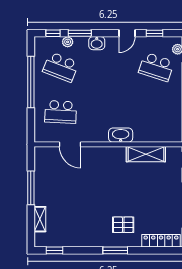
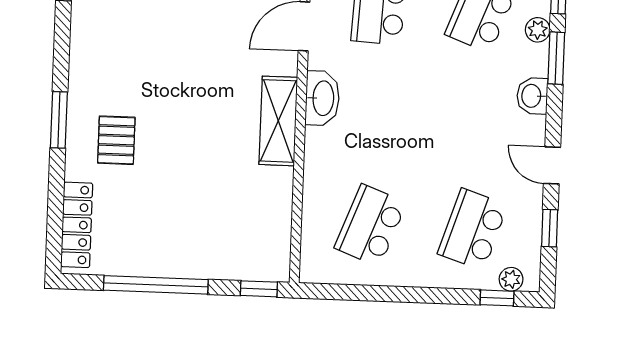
school desk: (156, 112) -> (370, 225), added
washbasin: (121, 135) -> (322, 98), moved
shelving: (146, 154) -> (278, 121), moved

